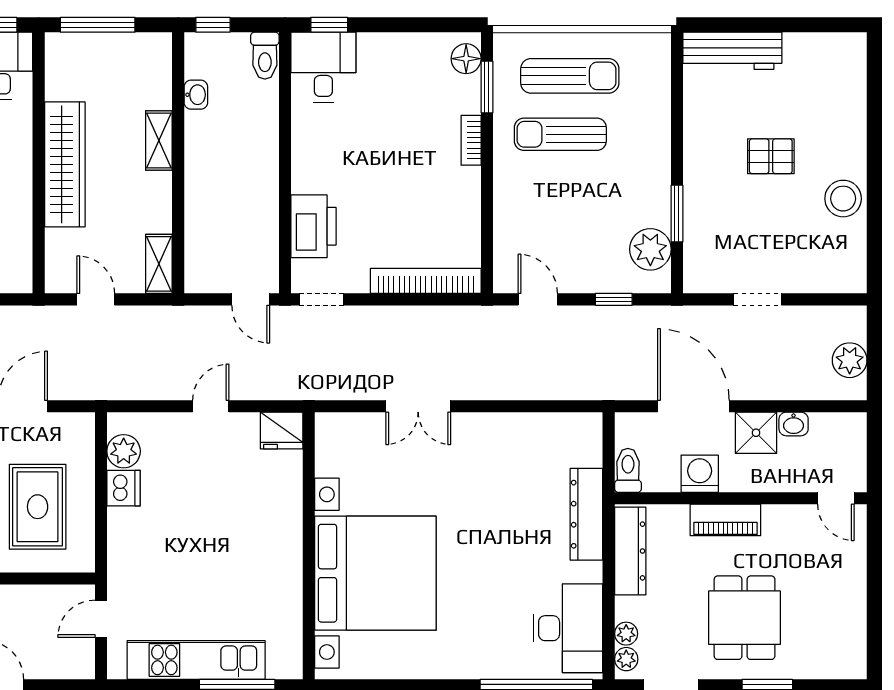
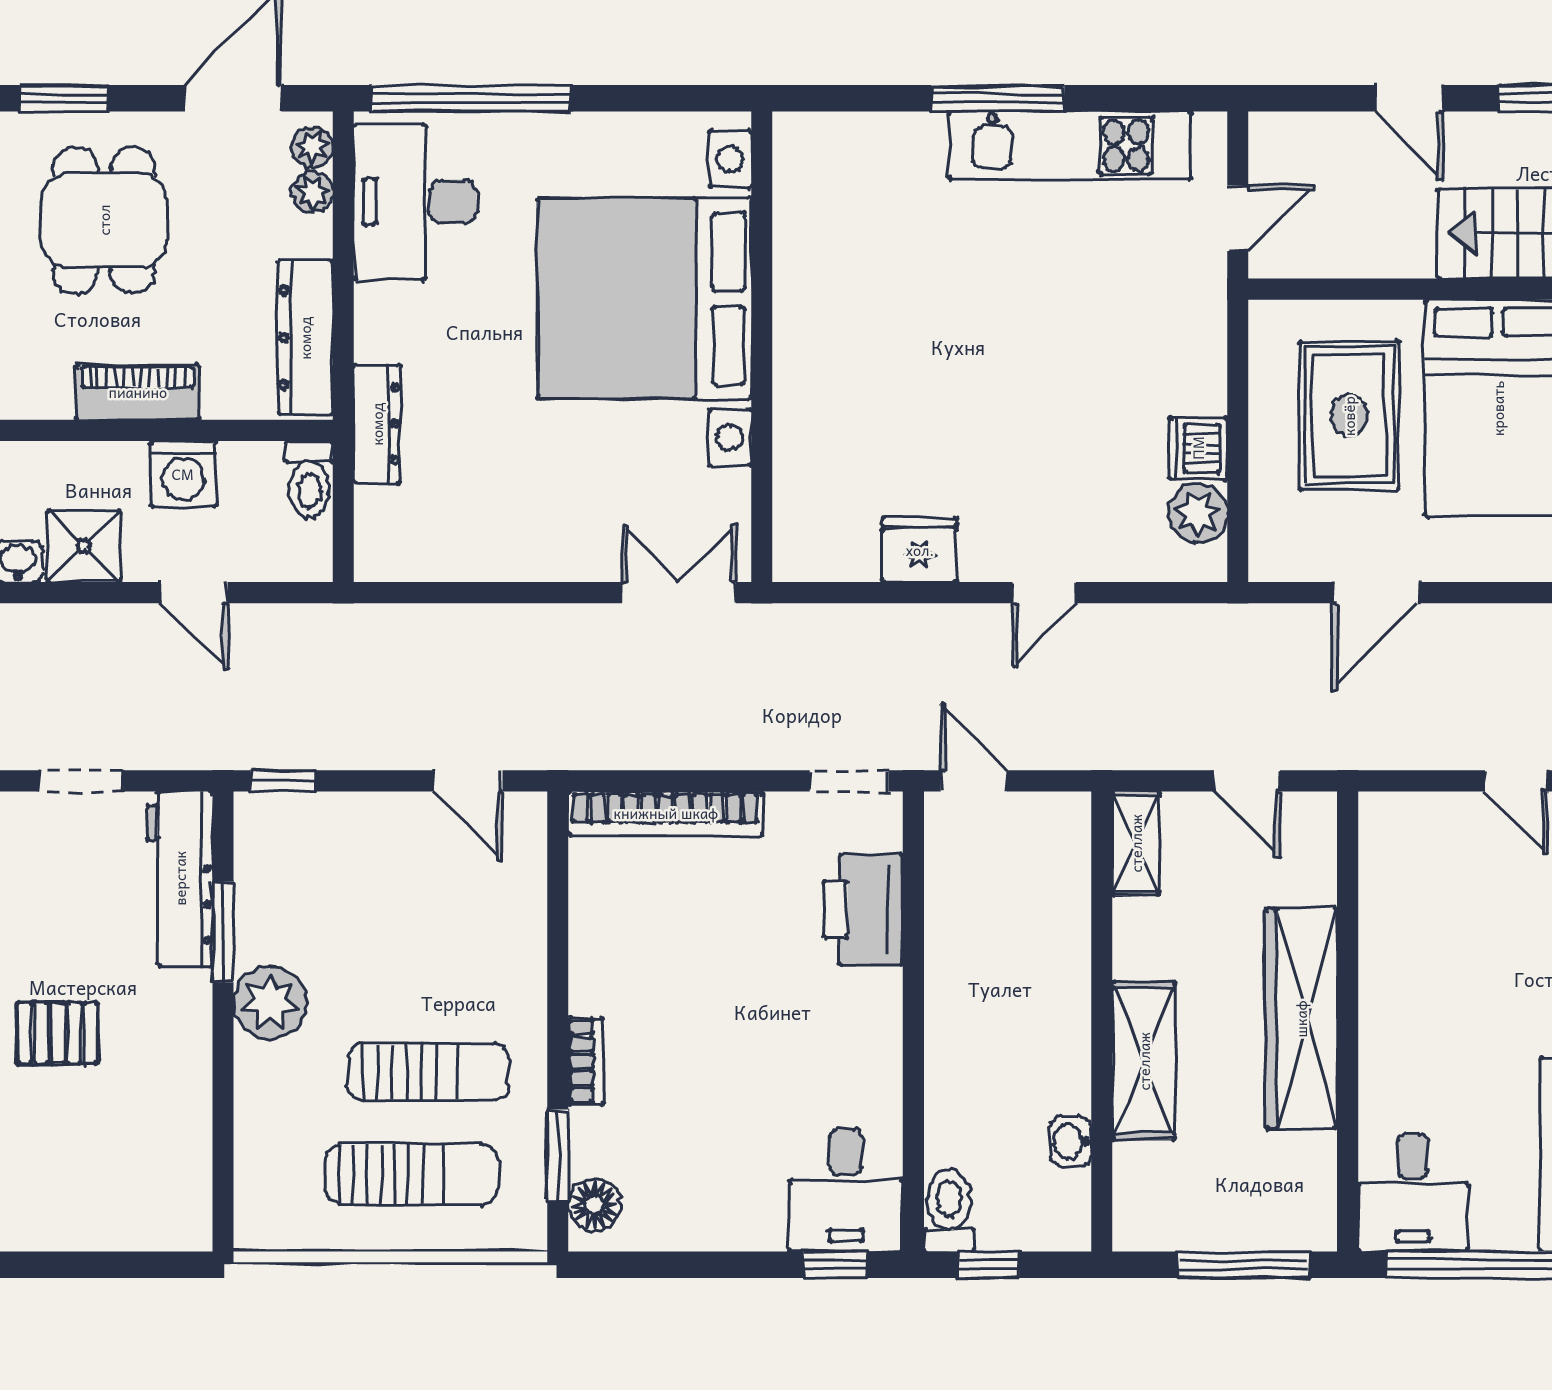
window: (213, 25) -> (989, 1265), moved
workbench: (732, 51) -> (180, 878), moved, turned -90
sun lounger: (570, 76) -> (412, 1175), turned 180
shelving: (159, 141) -> (1144, 1061), width x1.50, depth x1.33
plant: (650, 249) -> (270, 1003), moved
window: (614, 299) -> (283, 781), moved
door: (693, 406) -> (194, 593), width x0.53
dresser: (586, 514) -> (377, 424), width x0.73, depth x0.80
wall: (309, 546) -> (762, 347), moved
bed with nightstands: (375, 573) -> (644, 298), moved

